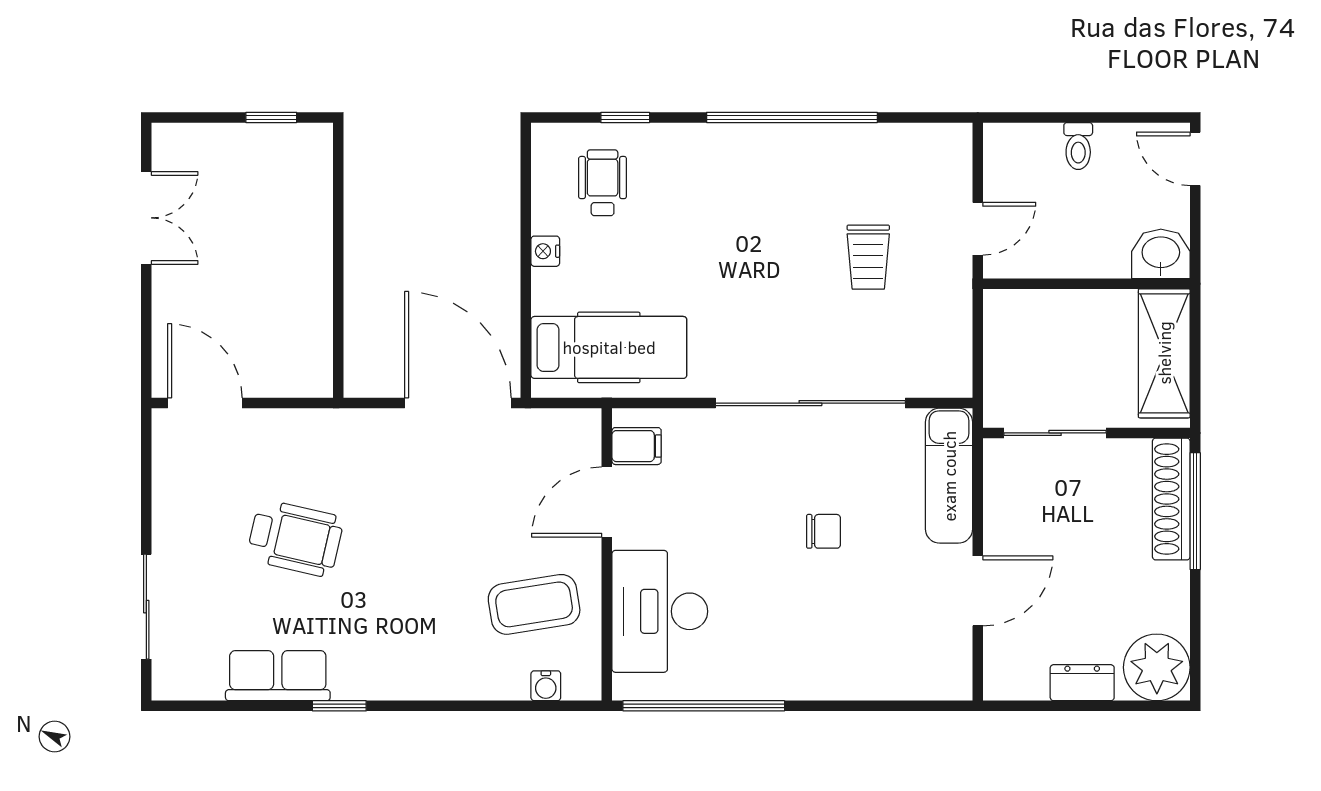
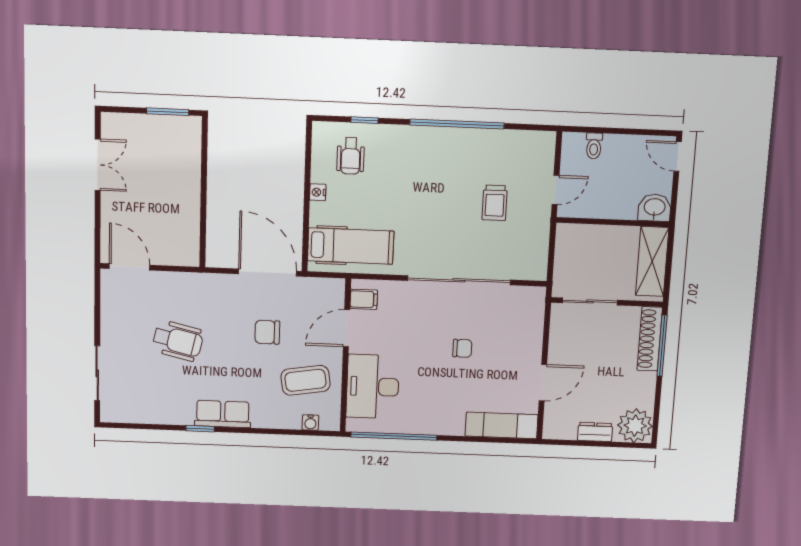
window: (271, 117) -> (168, 112), width x1.50
toilet: (1078, 146) -> (594, 146), moved
wheelchair: (603, 183) -> (351, 156), turned 180
exam couch: (949, 476) -> (502, 425), moved, turned 90
chair: (460, 515) -> (267, 332), added
row of seats: (278, 676) -> (223, 414), moved

